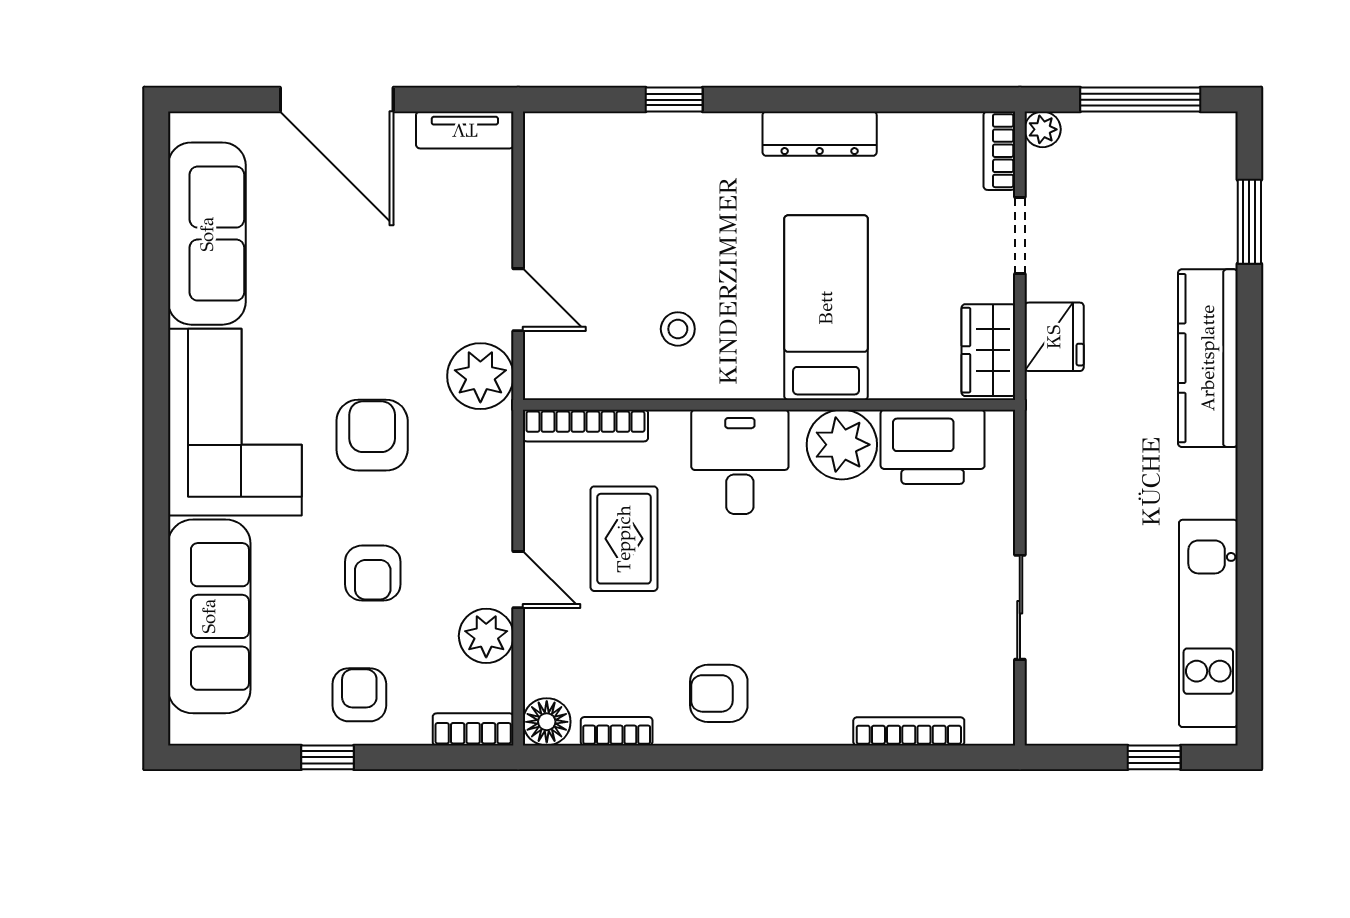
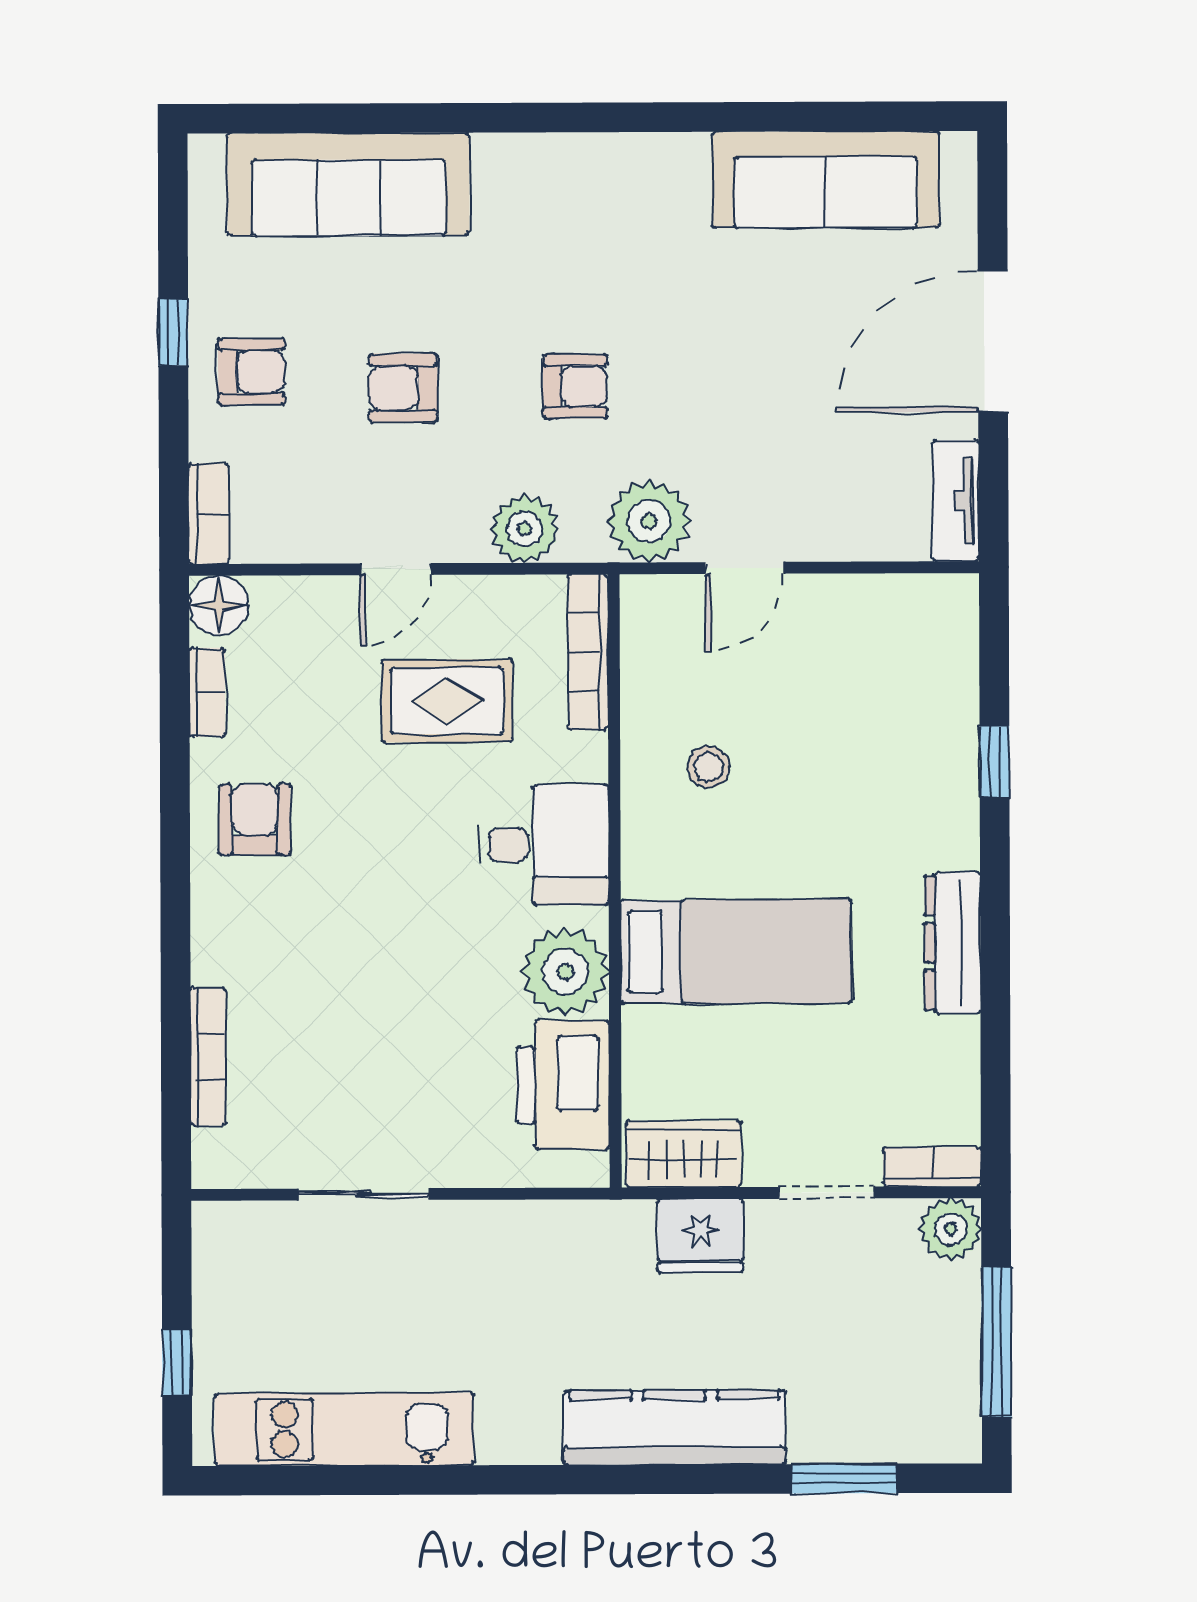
plant: (1043, 129) -> (951, 1229), width x1.38, depth x1.38
corner sofa: (235, 422) -> (591, 215), removed
armchair: (372, 435) -> (575, 386), width x0.72, depth x0.72
plant: (486, 636) -> (525, 529), moved

